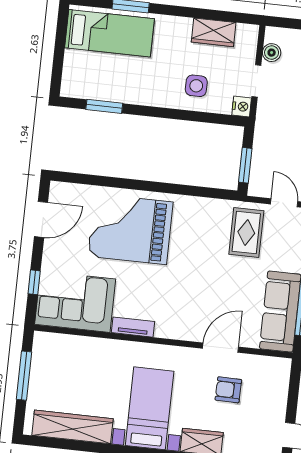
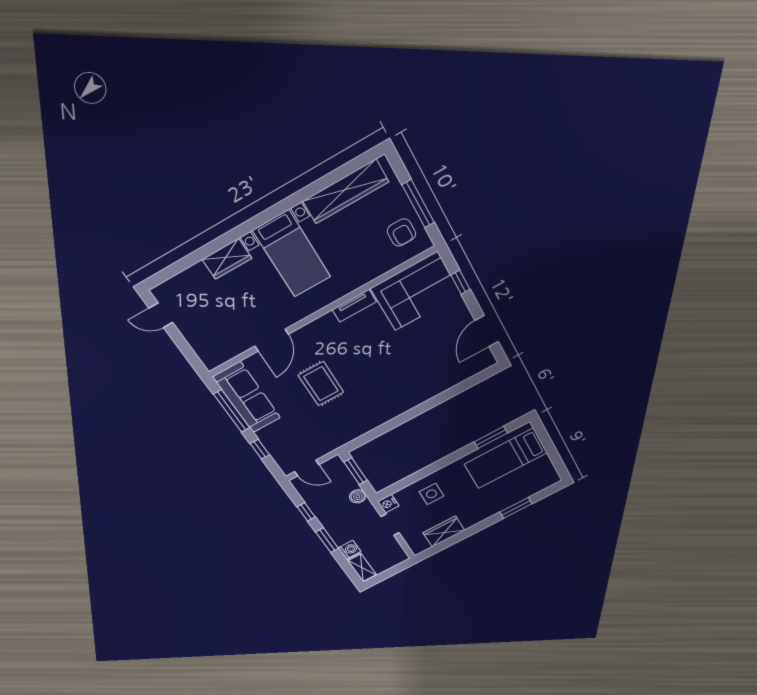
bed: (110, 33) -> (506, 458), moved
boiler: (272, 53) -> (358, 496), moved
grand piano: (130, 229) -> (410, 373), removed
rug: (246, 233) -> (321, 384), moved
armchair: (228, 390) -> (401, 232), moved, turned 89

